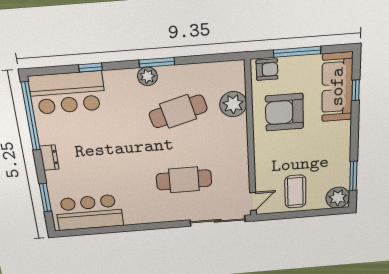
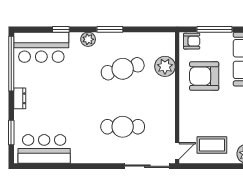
plant: (147, 76) -> (88, 39), moved
coffee table: (295, 191) -> (212, 145), turned 90

